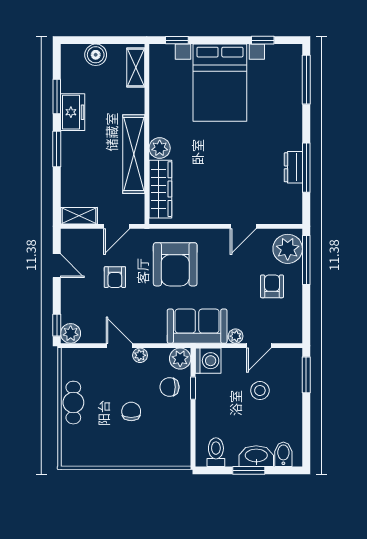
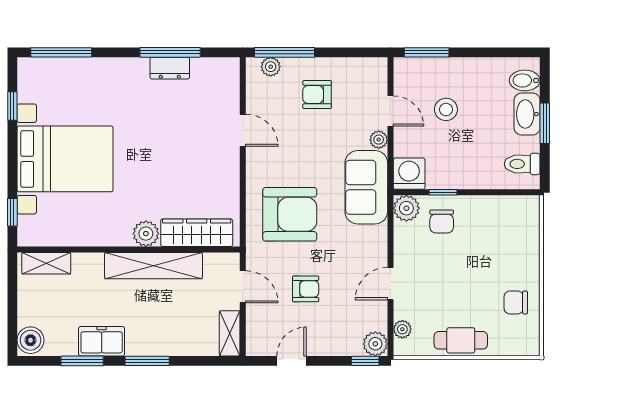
boiler: (96, 55) -> (31, 340), moved
plant: (288, 249) -> (271, 67), width x0.53, depth x0.53
plant: (140, 355) -> (402, 329), moved
chair: (131, 411) -> (516, 302), moved

